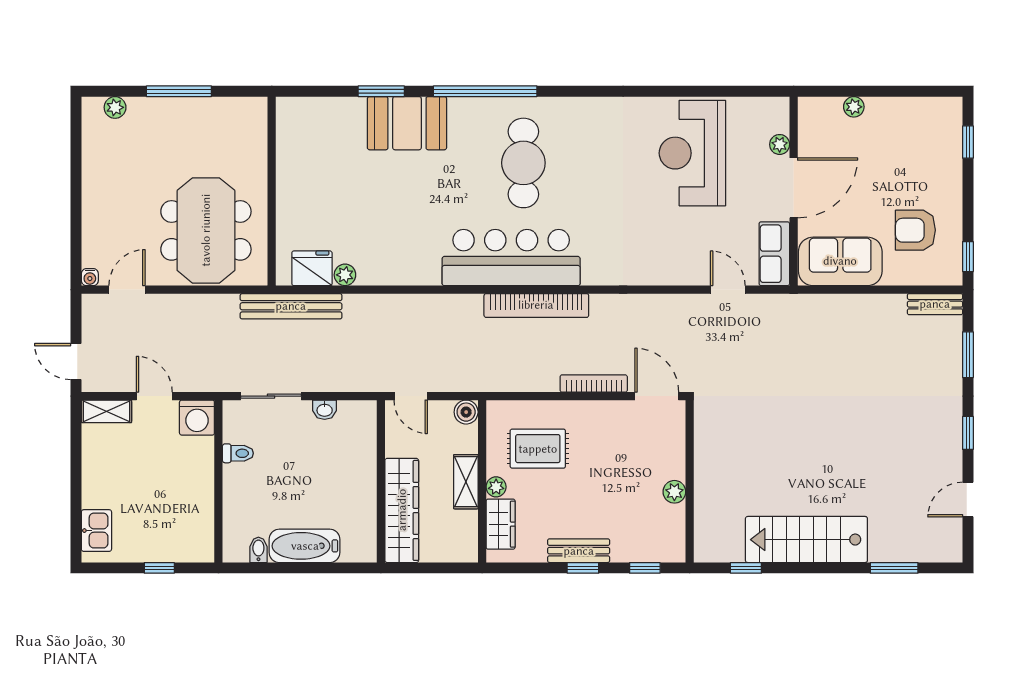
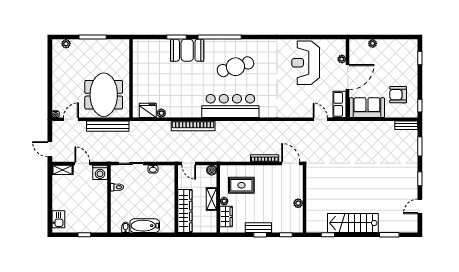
cafe table: (523, 163) -> (235, 67), turned 73
bookcase: (536, 305) -> (193, 126), moved
bench: (291, 306) -> (108, 126), moved

